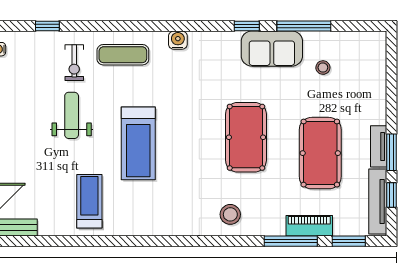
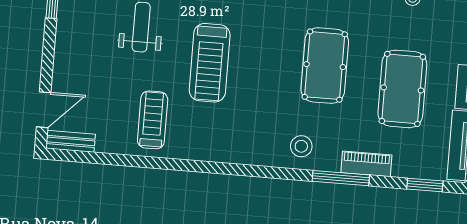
piano: (309, 226) -> (366, 164), moved
window: (291, 241) -> (341, 178), moved

